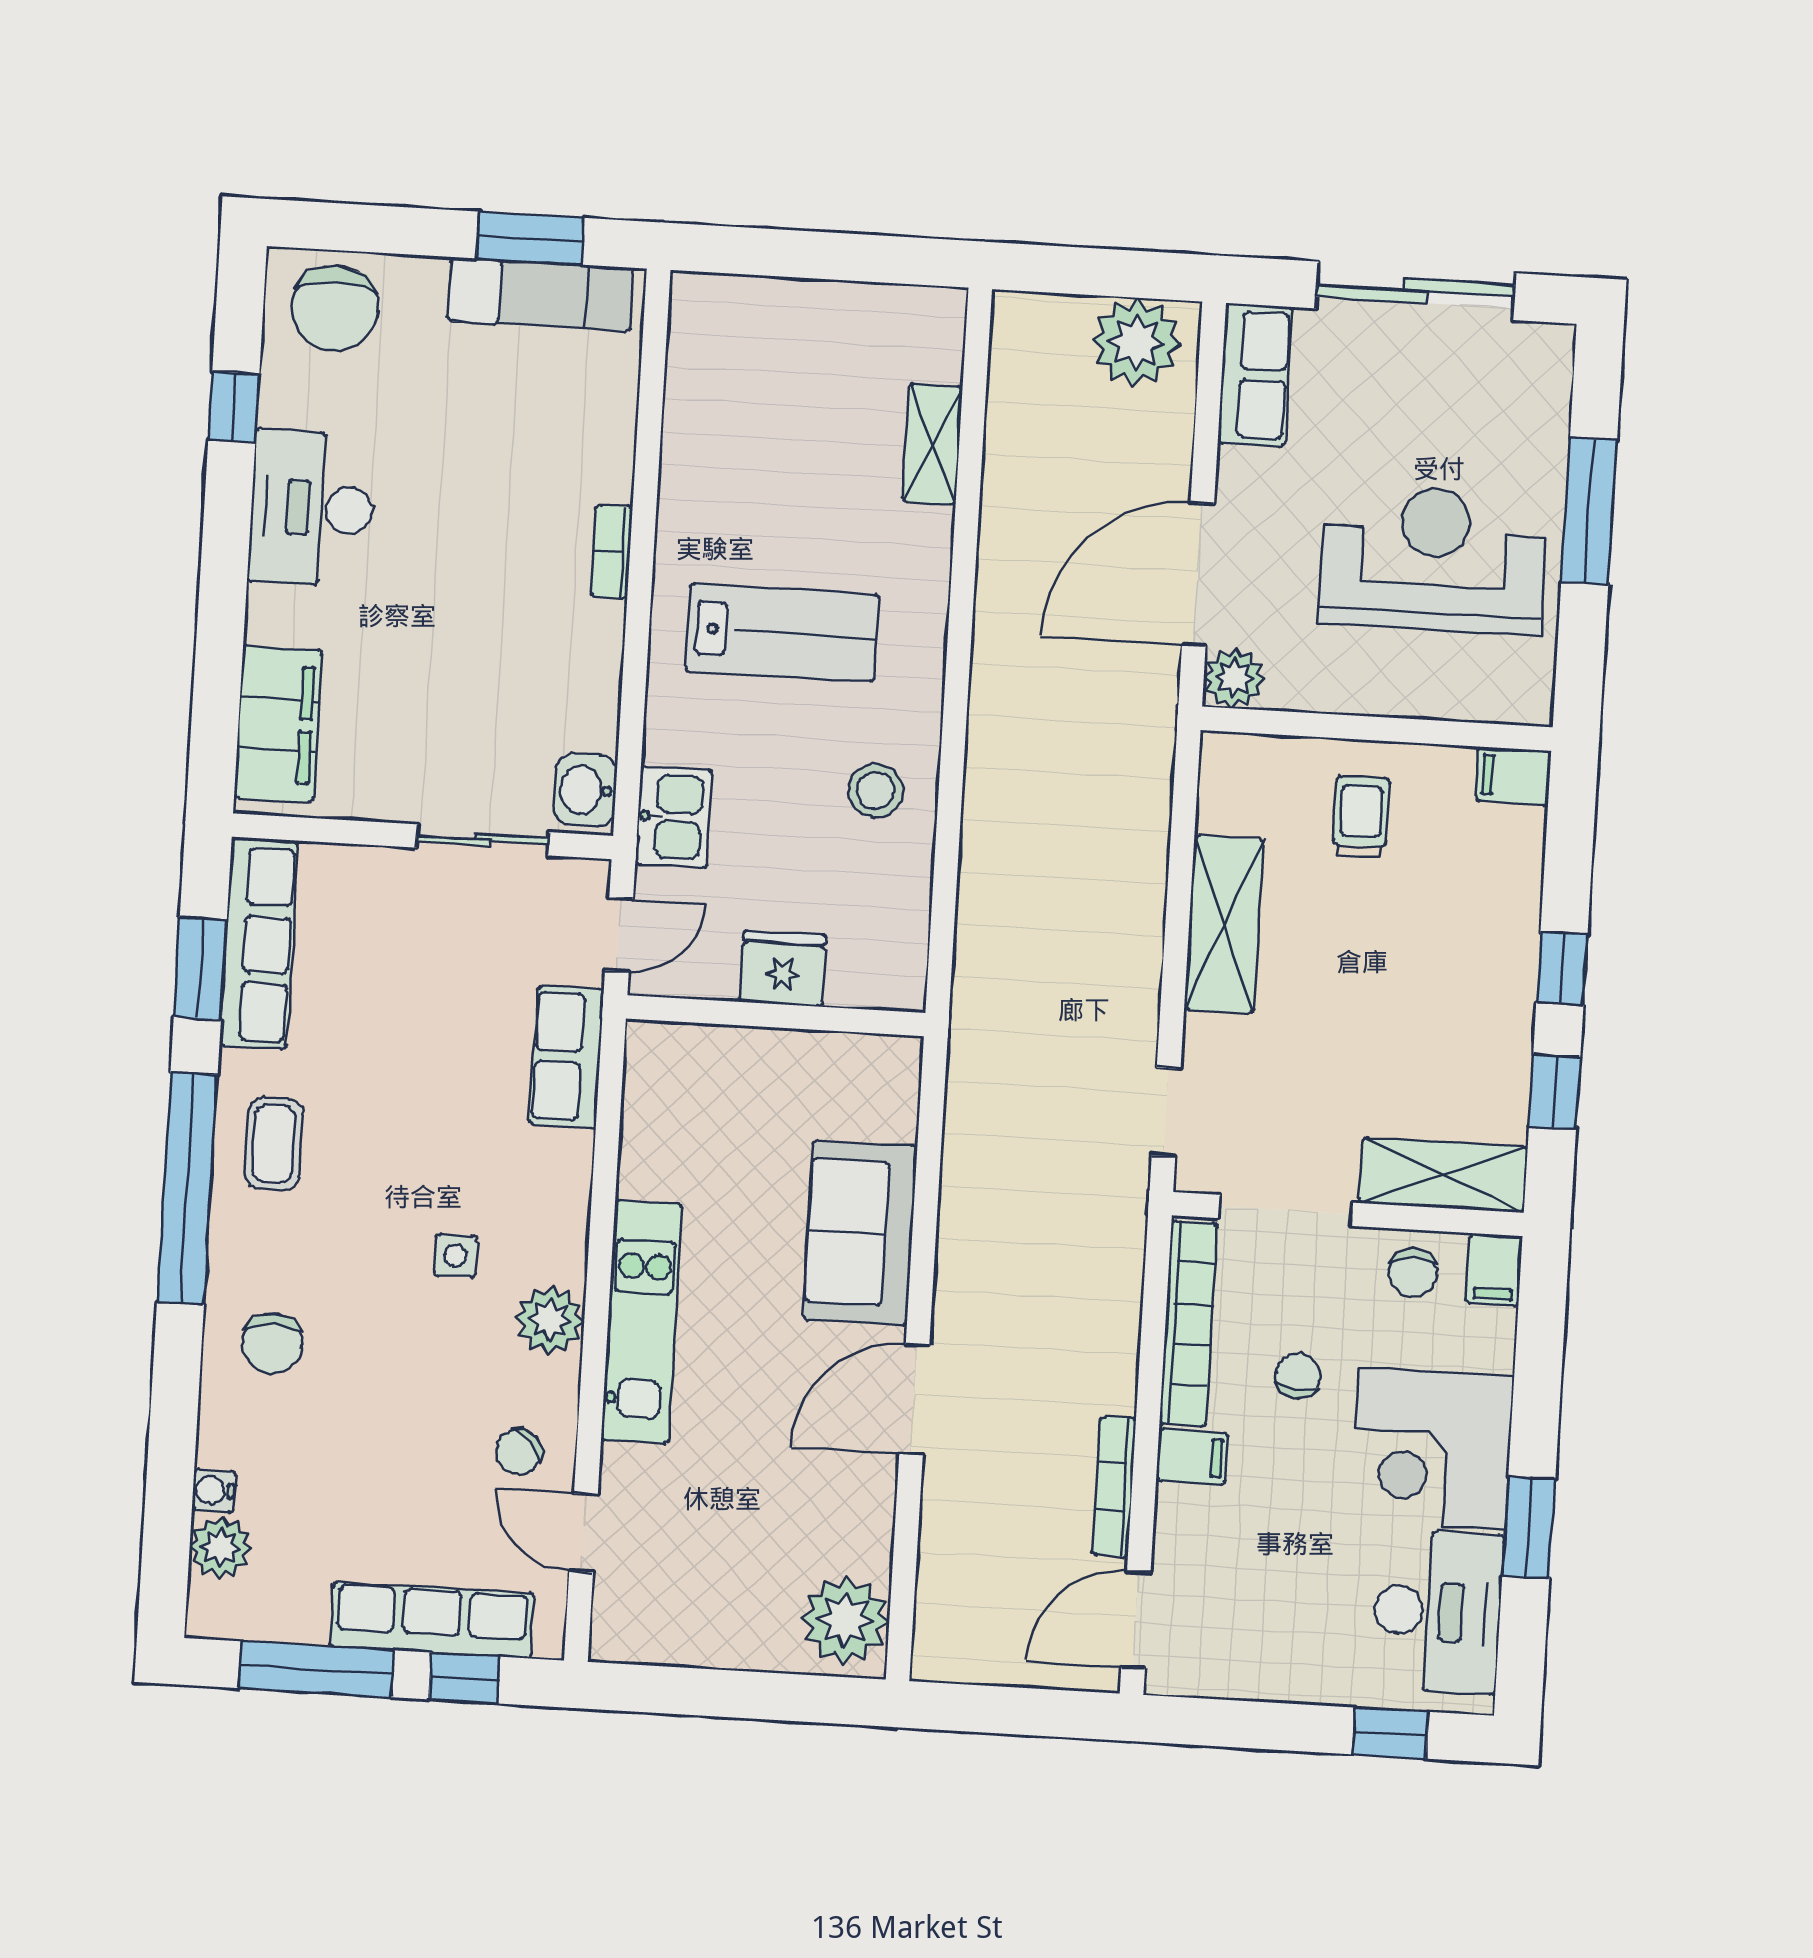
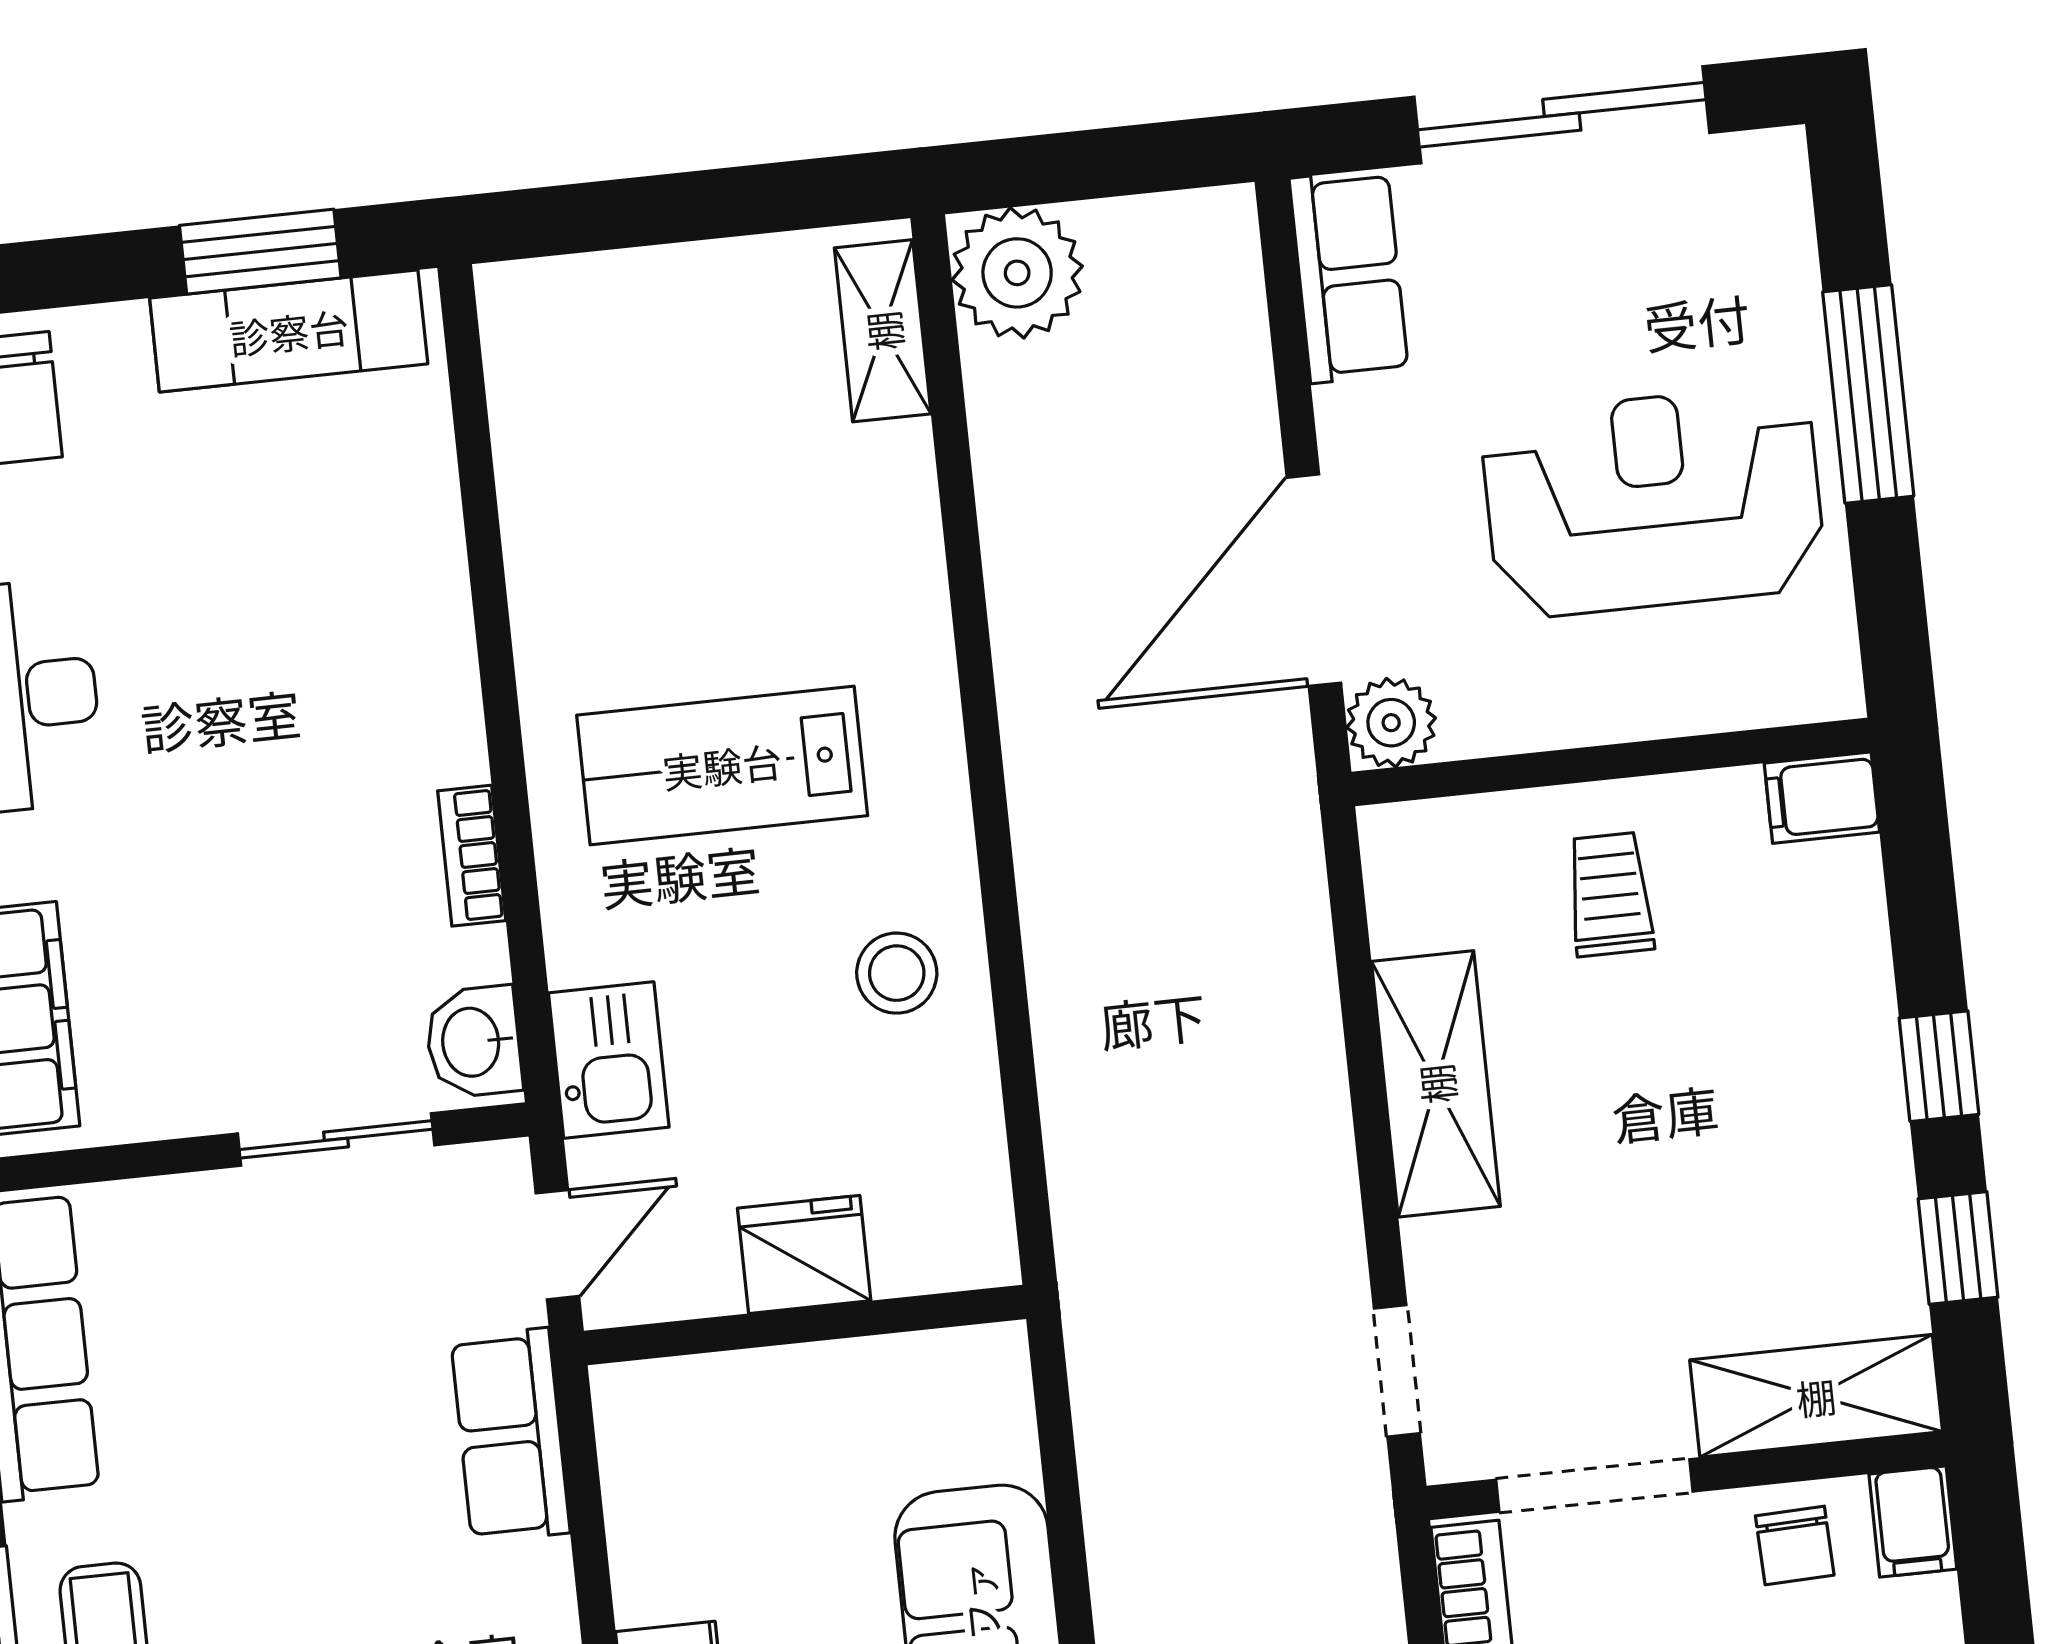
plant: (1136, 342) -> (1017, 273), moved
shelving: (932, 444) -> (883, 331), moved
bookcase: (612, 552) -> (472, 856), moved
lab bench: (782, 633) -> (722, 765), turned 180

